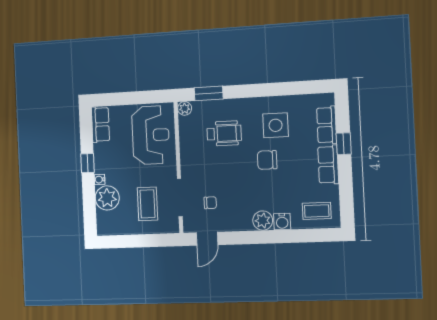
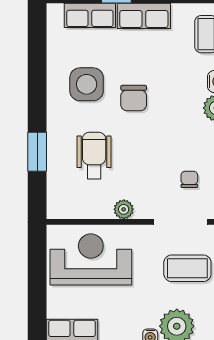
window: (209, 93) -> (37, 152), moved
plant: (185, 108) -> (124, 209), moved

